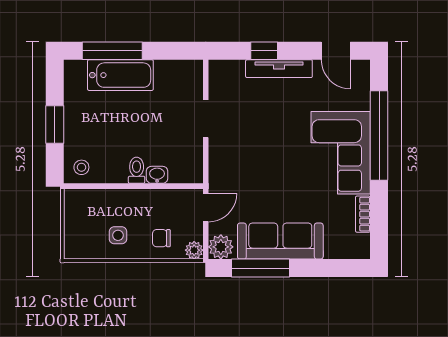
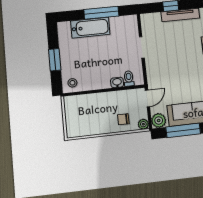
window: (112, 51) -> (101, 13), moved
toilet: (137, 170) -> (129, 79), moved
side table: (118, 235) -> (98, 120), removed

